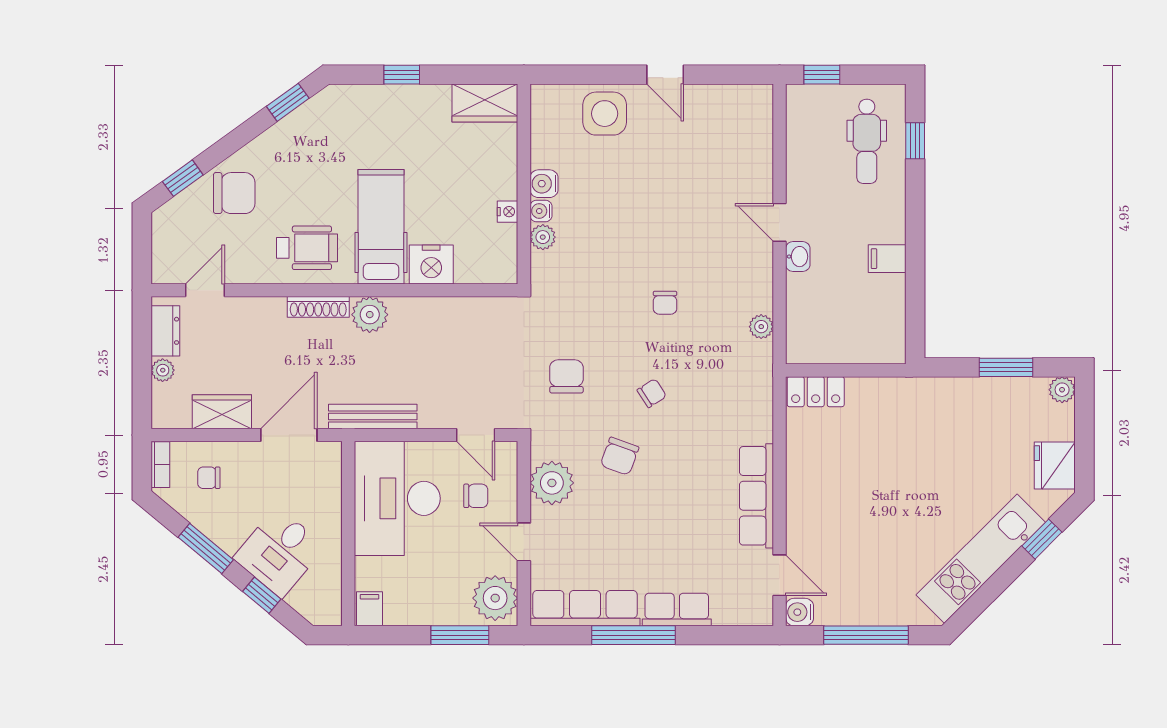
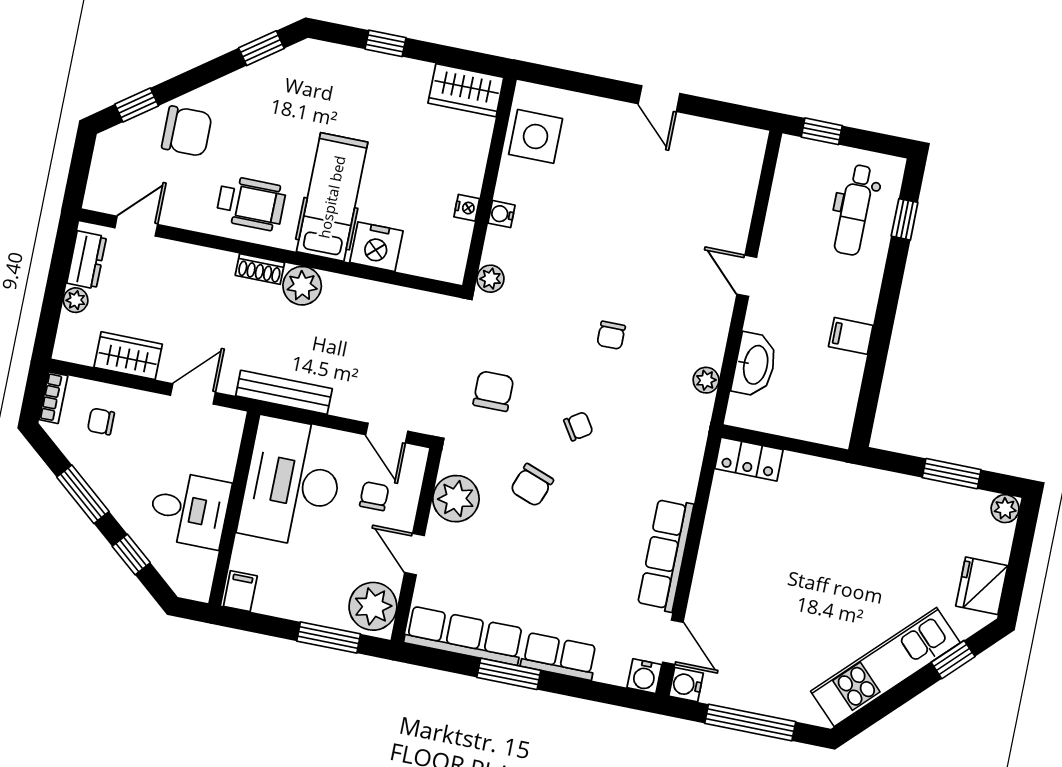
side table: (605, 114) -> (536, 136), moved
water cooler: (544, 184) -> (644, 676), moved, turned -90
plant: (543, 237) -> (490, 279), moved
washbasin: (798, 257) -> (755, 365), moved, width x1.91, depth x1.45
shoe rack: (318, 307) -> (260, 269), width x0.70
door: (289, 435) -> (193, 394), width x0.73
chair: (476, 496) -> (374, 496), turned -90
desk: (279, 552) -> (189, 509), moved, turned -130
window: (633, 635) -> (509, 674), width x0.69

